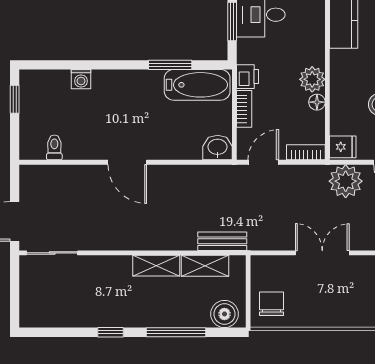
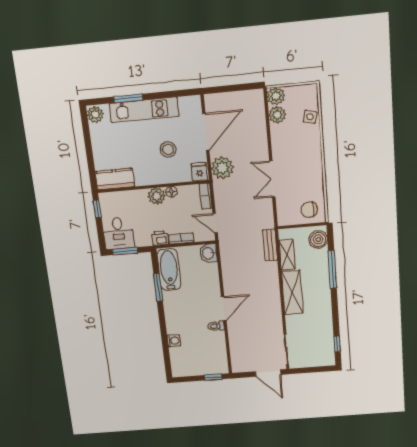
window: (15, 99) -> (213, 377), moved
toilet: (54, 147) -> (216, 326), moved
shelving: (156, 266) -> (292, 292), width x1.50, depth x1.33
window: (110, 332) -> (337, 344), moved

